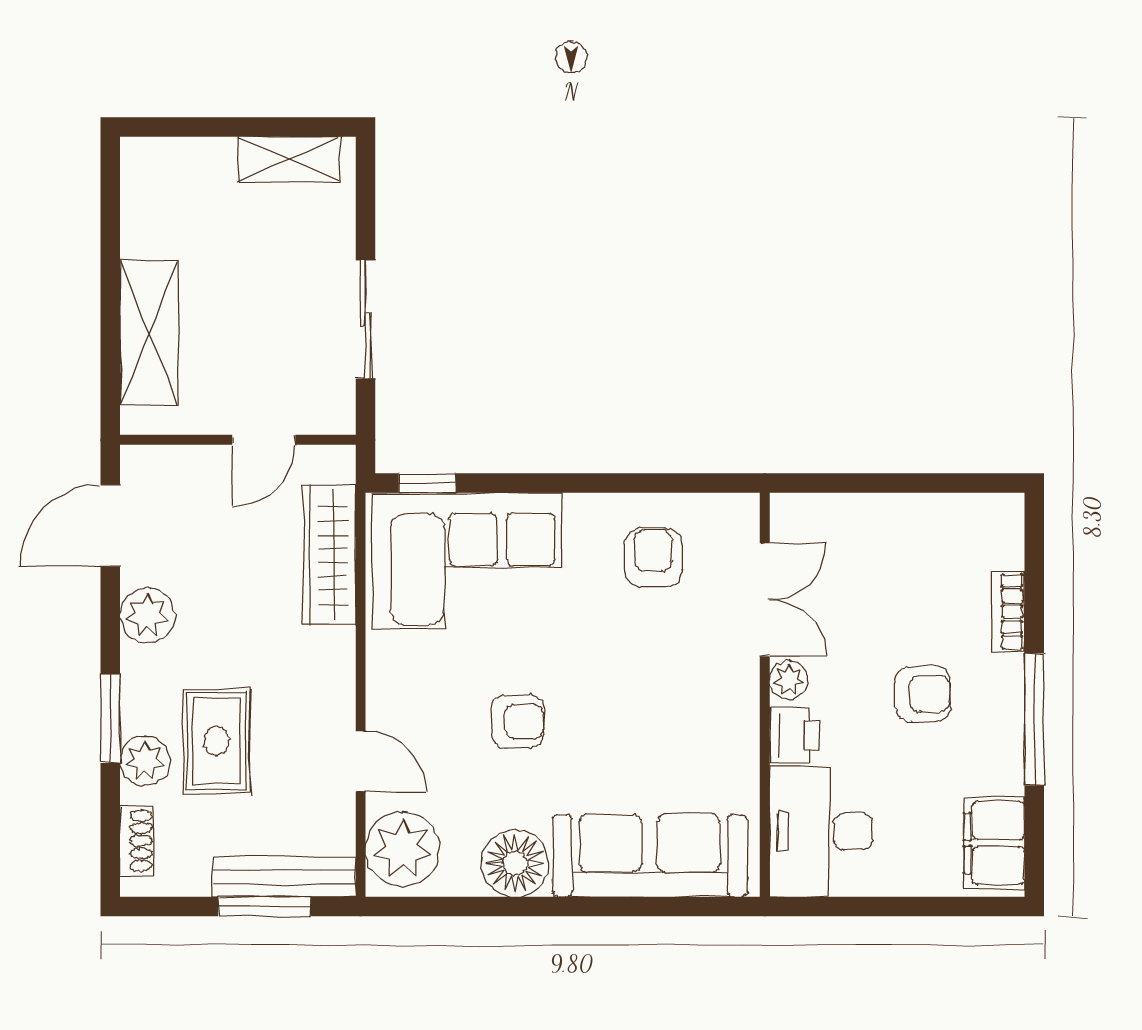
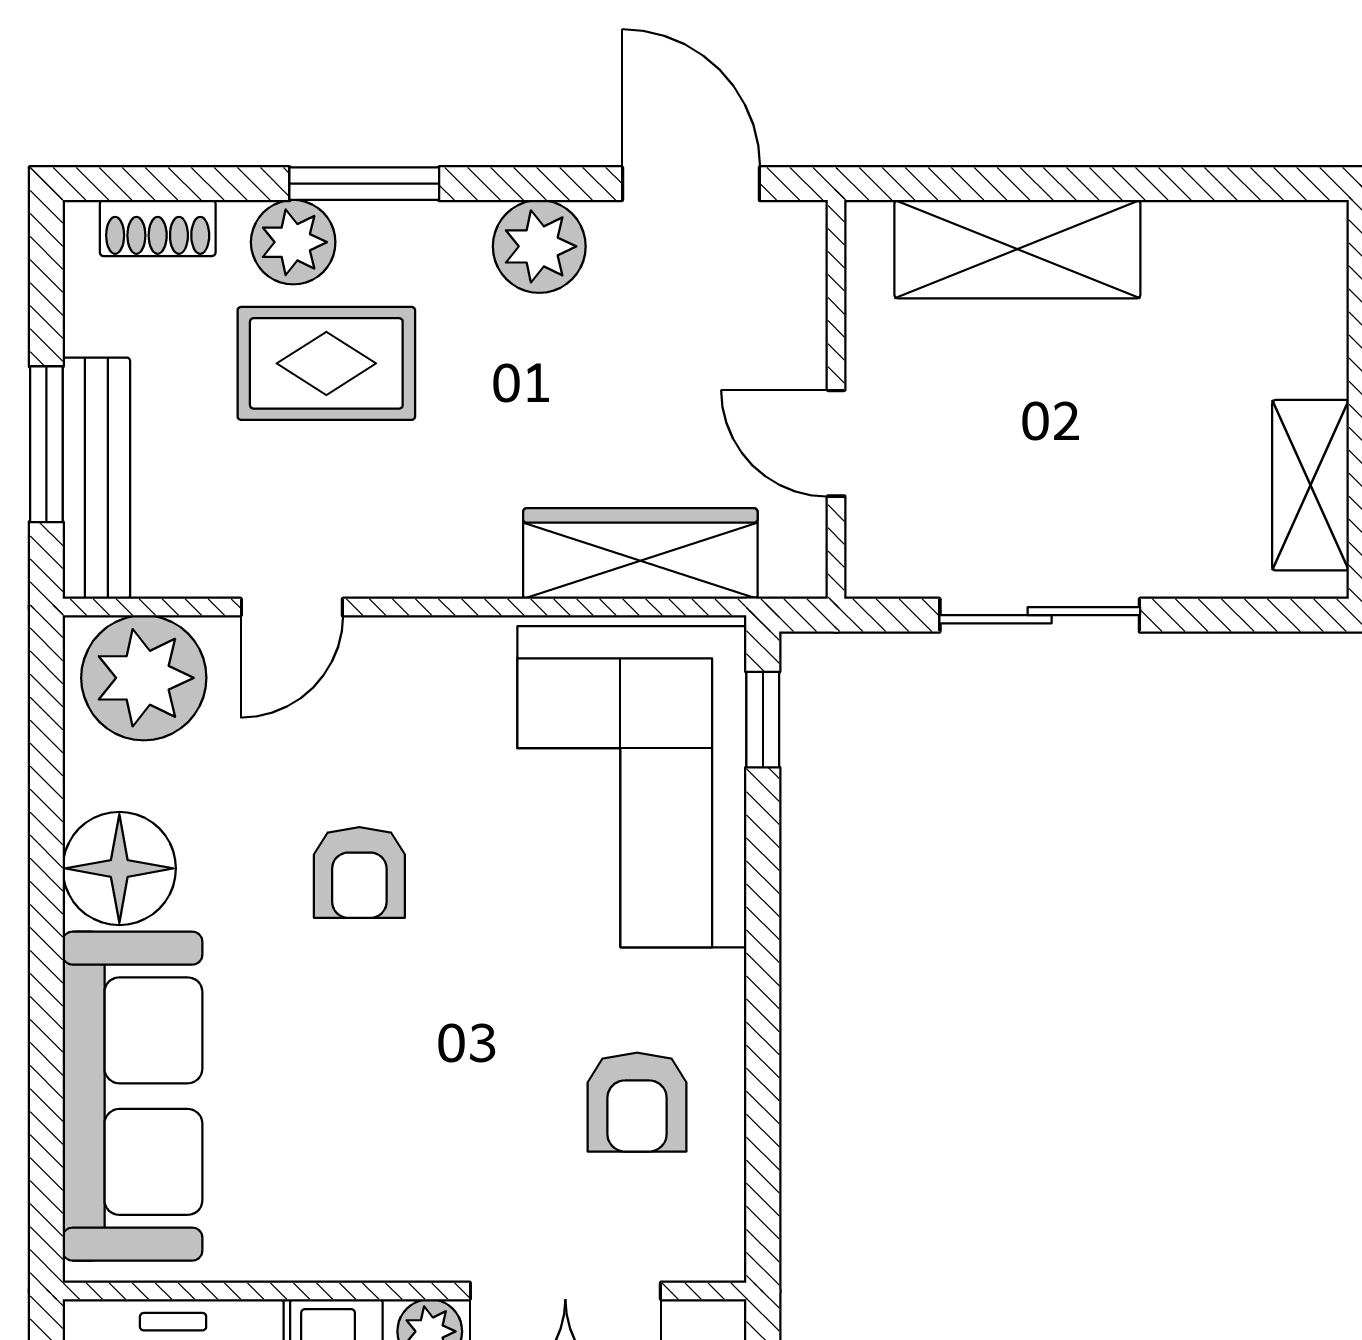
armchair: (653, 557) -> (637, 1102), turned 90

